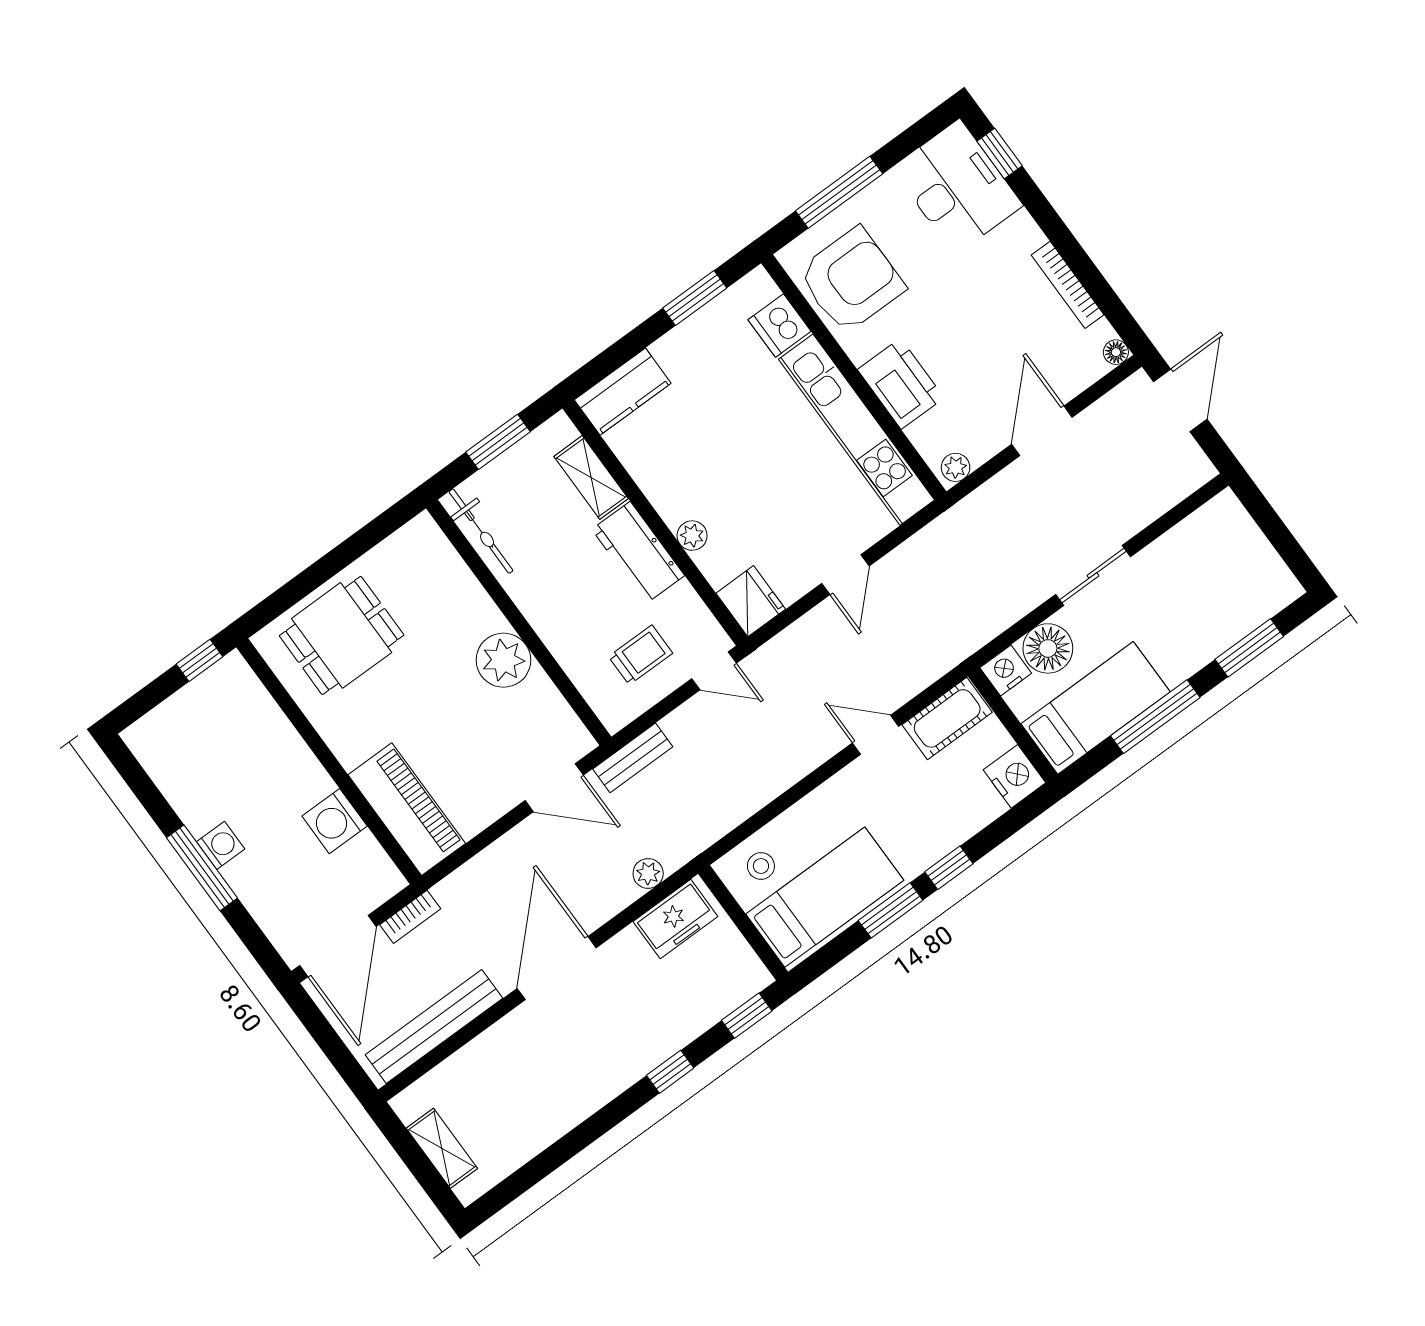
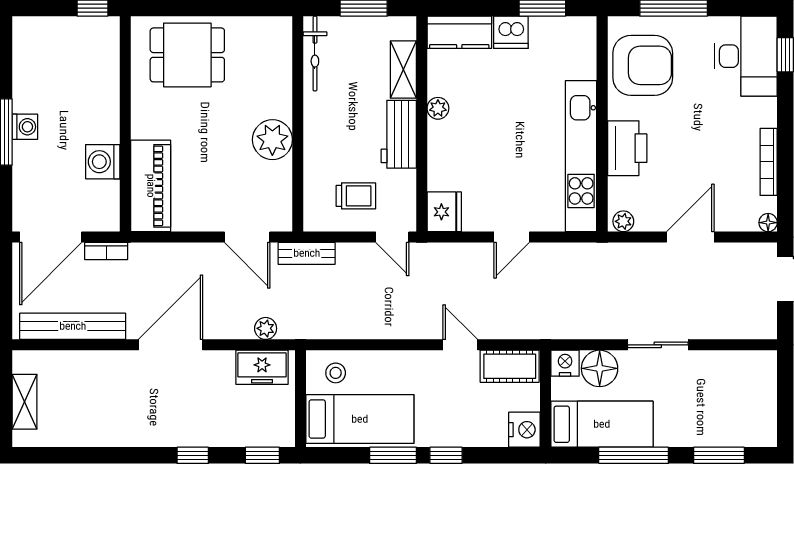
dishwasher: (780, 325) -> (511, 32), moved, turned -90
plant: (692, 536) -> (438, 108), moved

